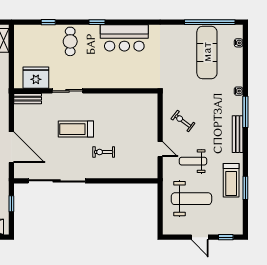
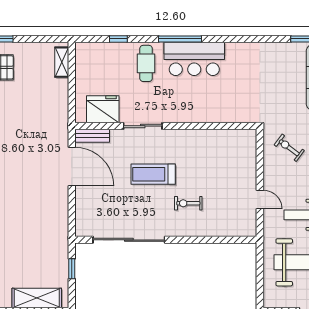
window: (97, 22) -> (180, 39), width x2.17
bar counter: (124, 38) -> (194, 59), moved
exercise bike: (183, 121) -> (289, 148), moved
door: (11, 147) -> (72, 167), moved

